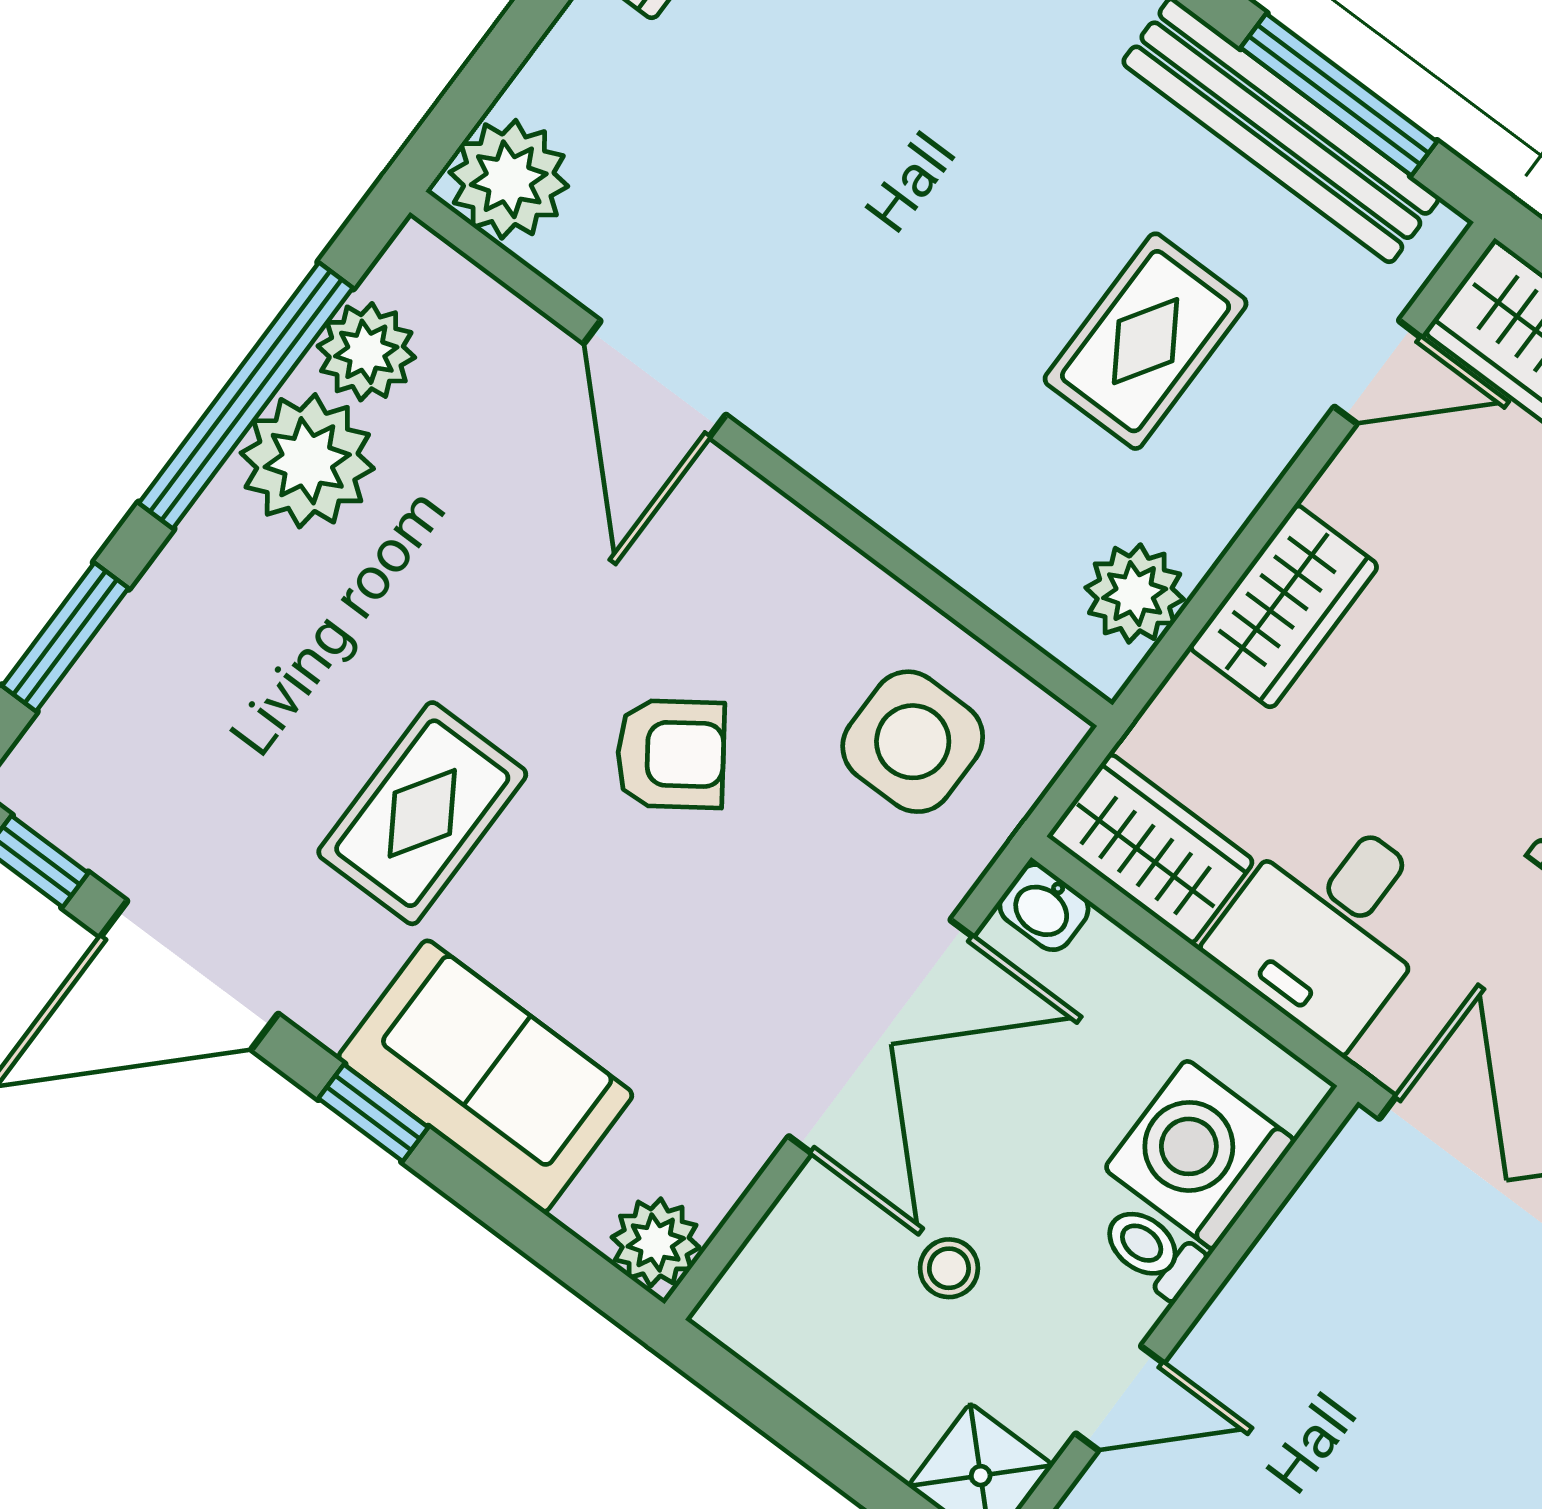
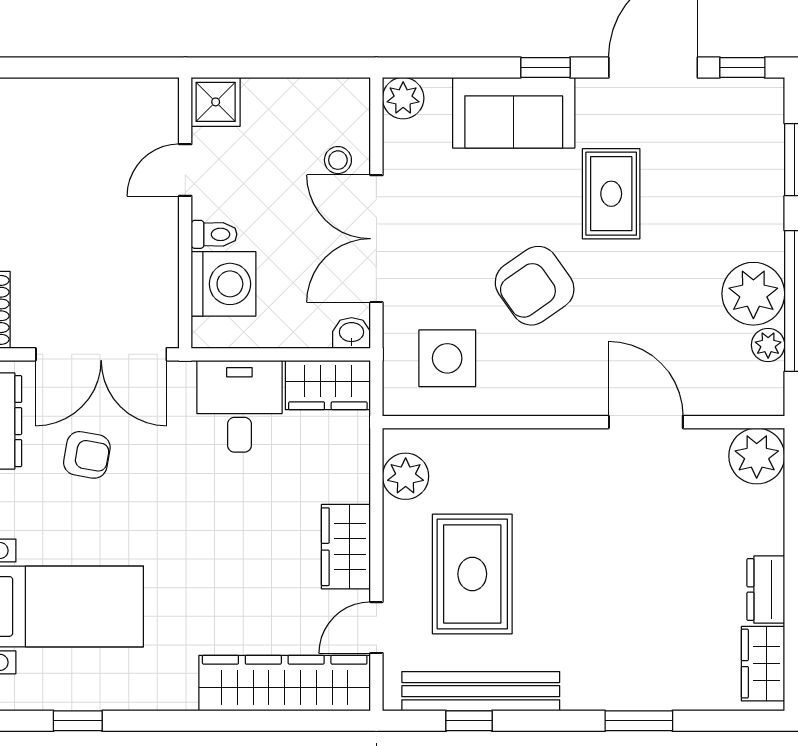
window: (1339, 95) -> (469, 721), width x0.46
rug: (1146, 341) -> (472, 574), width x1.36, depth x1.43
plant: (366, 352) -> (768, 345), width x0.73, depth x0.73
wardrobe: (1284, 606) -> (346, 547), moved
armchair: (671, 754) -> (535, 286), width x1.38, depth x1.38
stool: (949, 1268) -> (338, 160), moved

